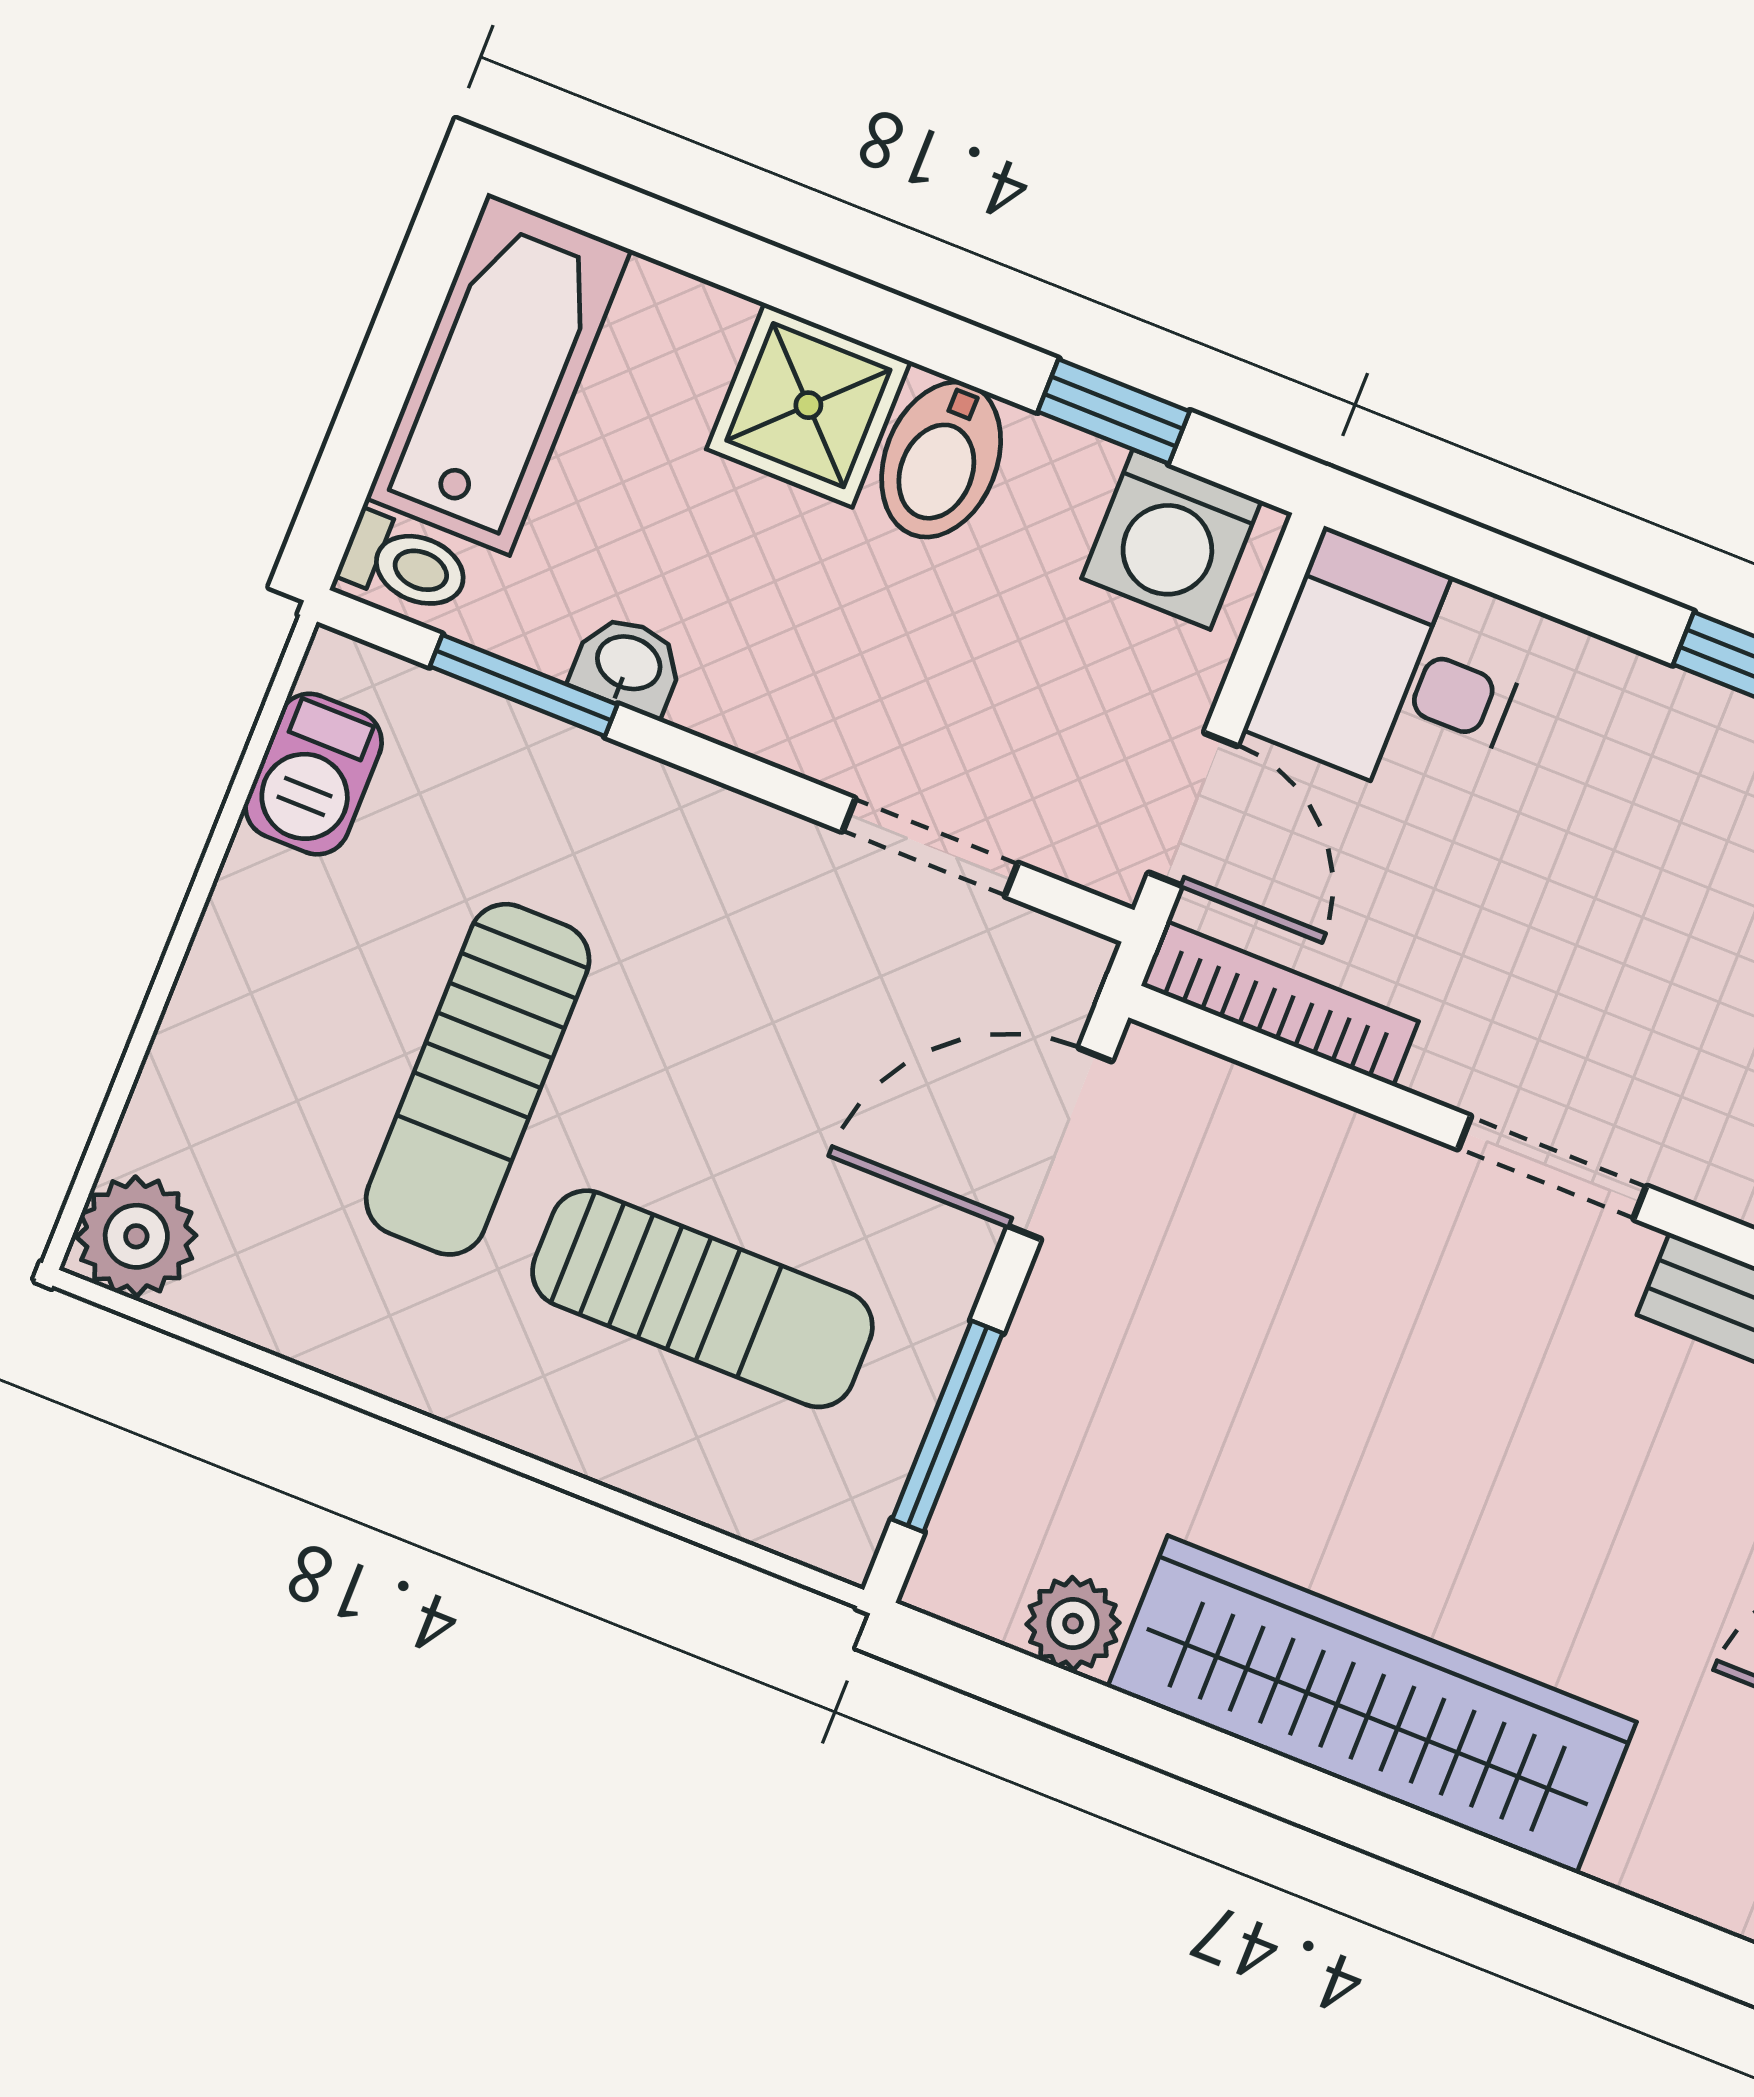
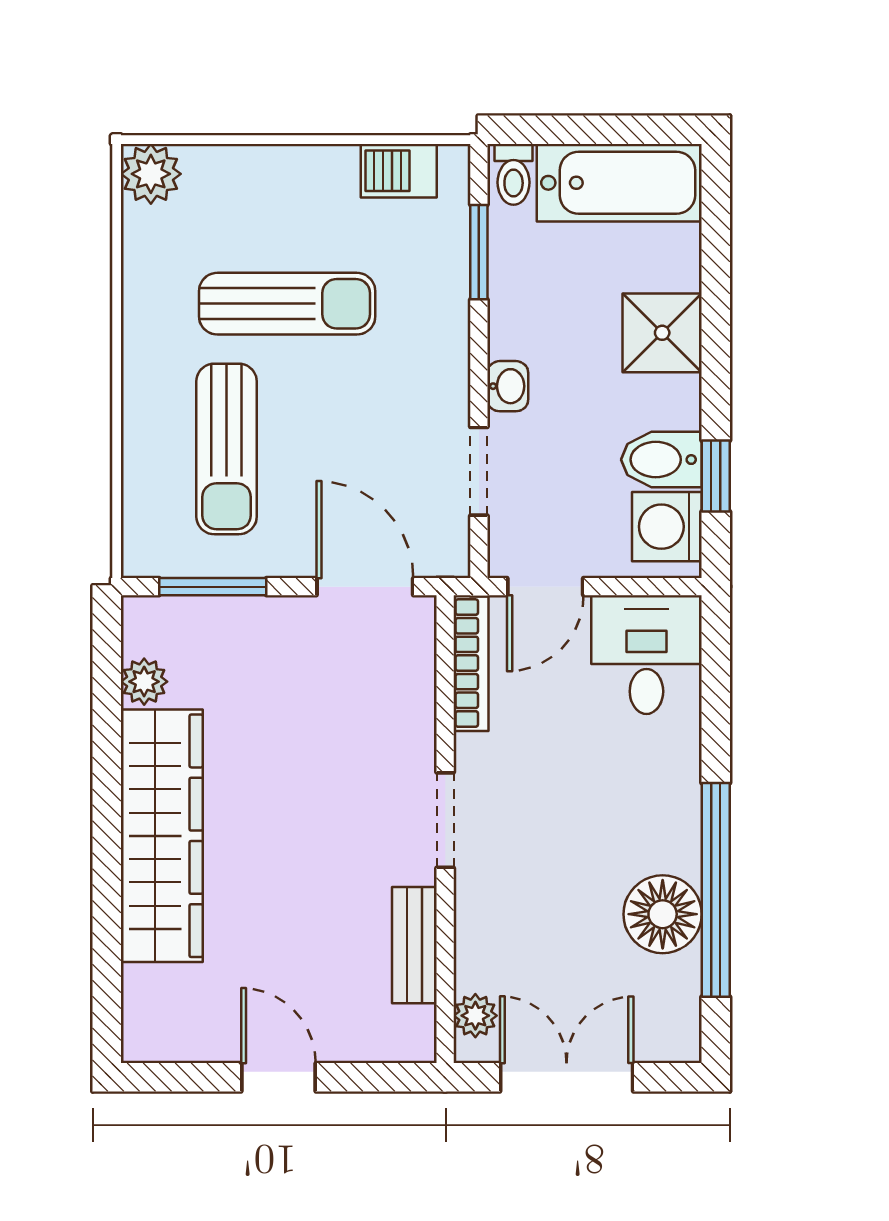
bidet: (941, 460) -> (661, 460), moved
washbasin: (628, 665) -> (508, 386), moved
sun lounger: (478, 1079) -> (287, 304), turned 180

